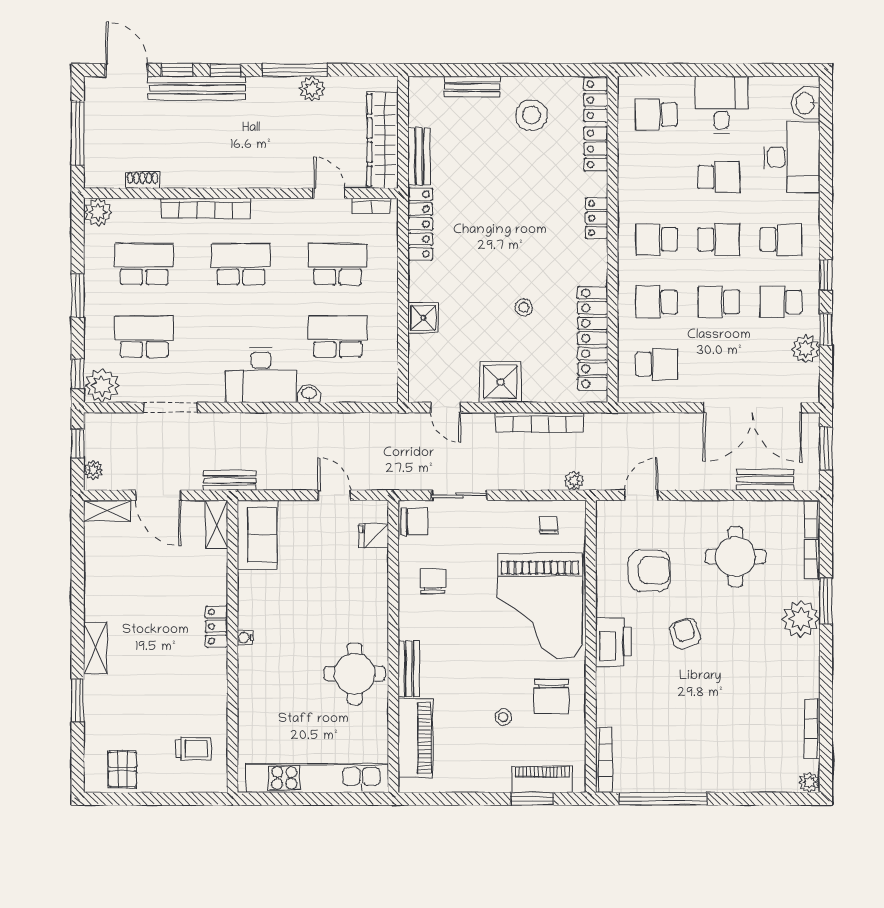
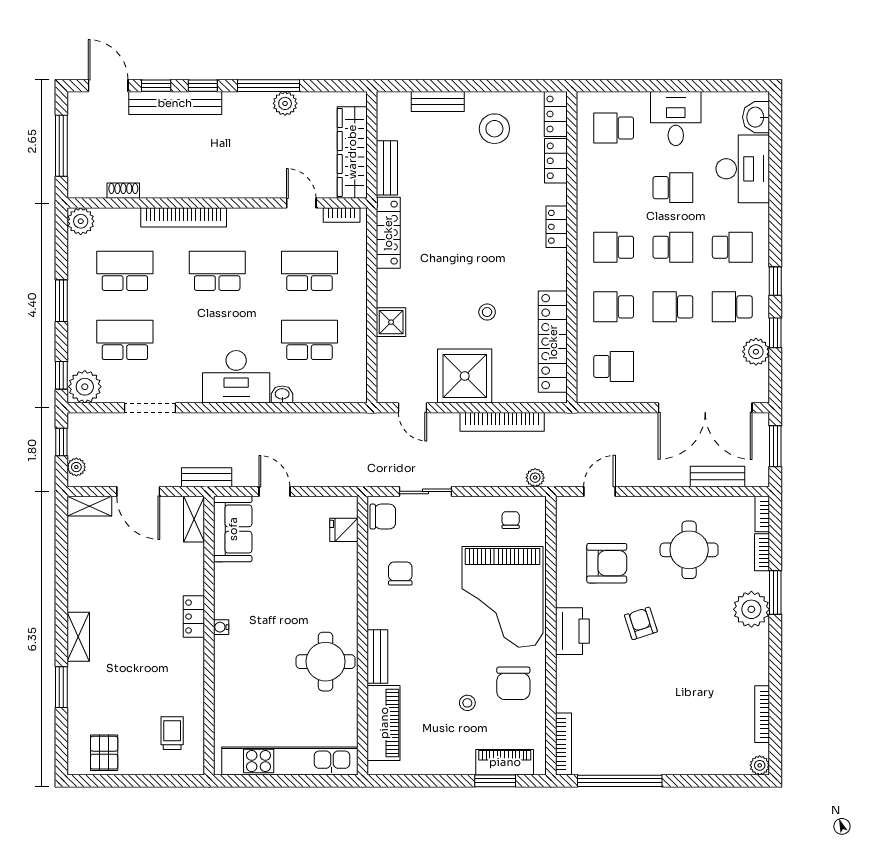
shower: (500, 382) -> (465, 376), width x1.37, depth x1.37
door: (334, 495) -> (274, 491), moved
trolley: (194, 749) -> (172, 733), turned -90

